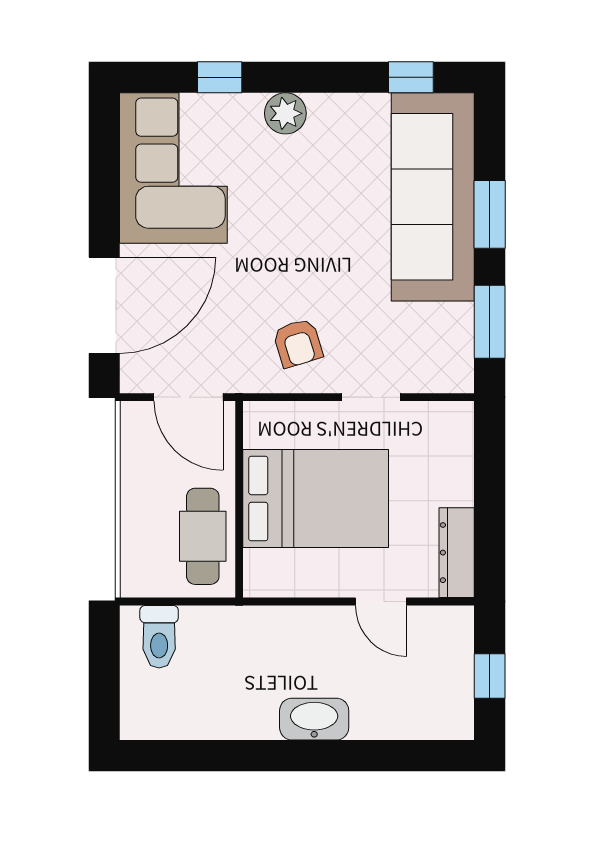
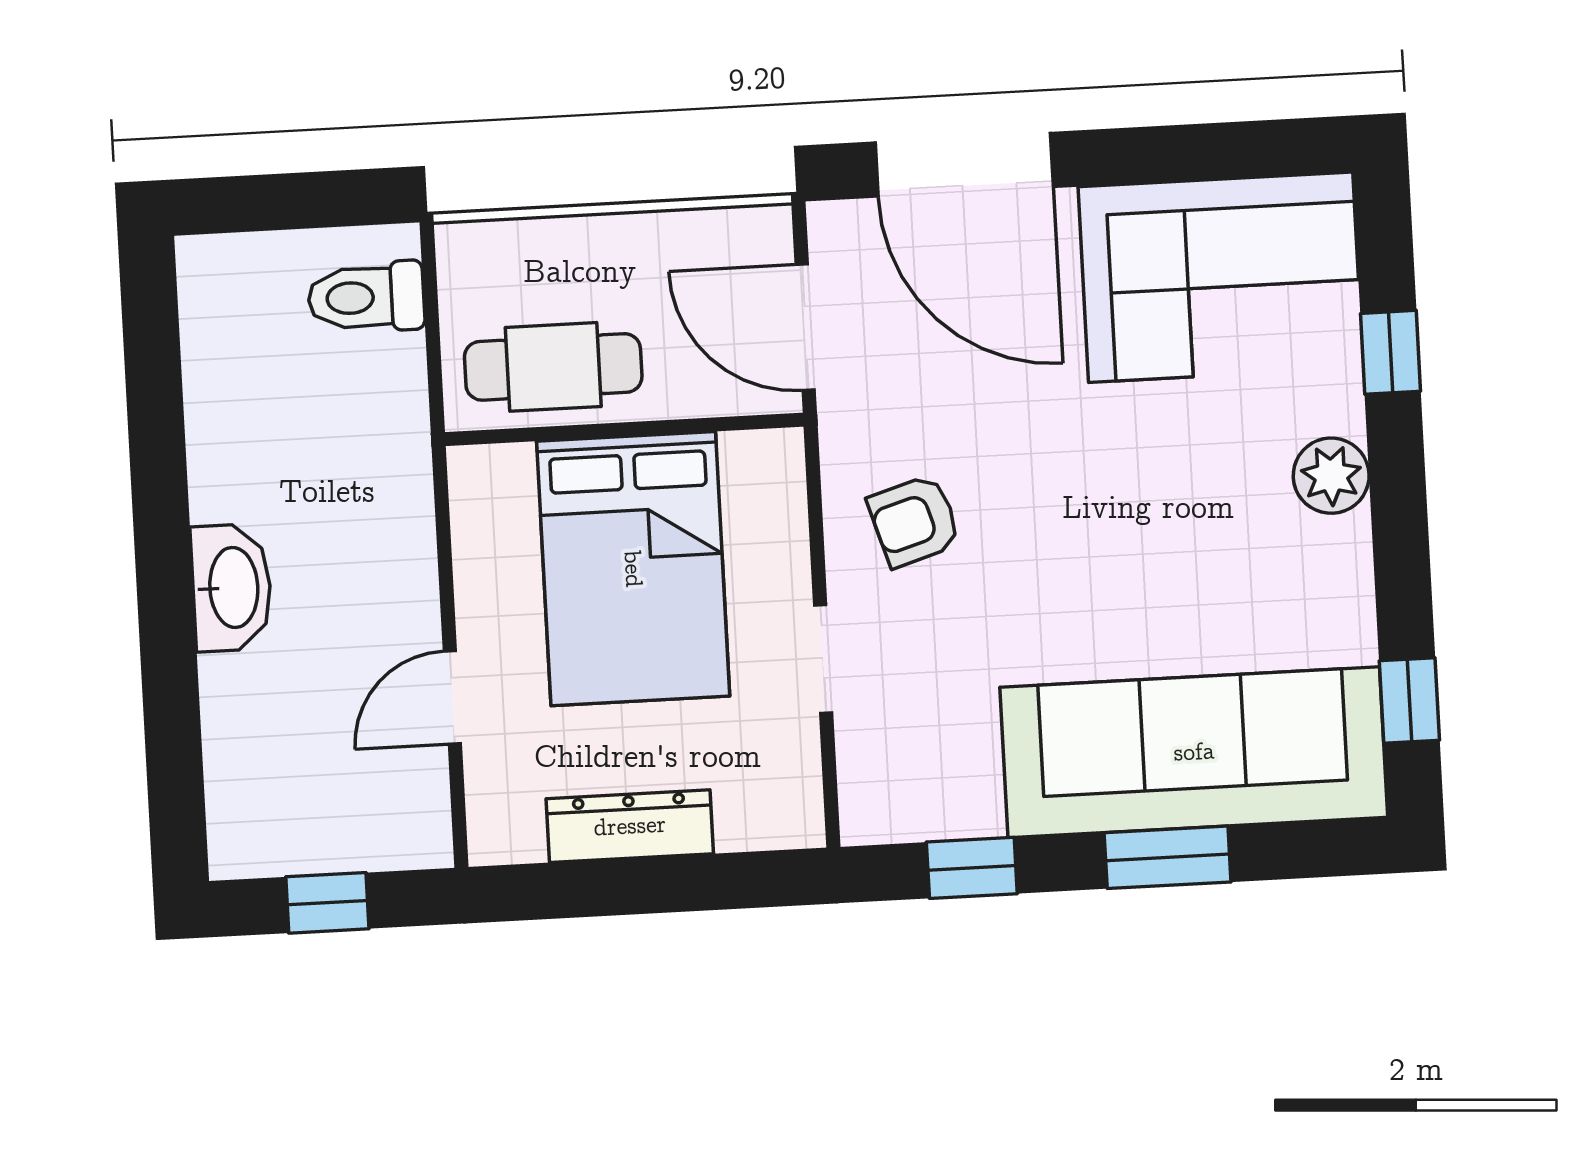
window: (490, 322) -> (972, 868), width x0.67
door: (189, 397) -> (805, 327), hinge flipped
dresser: (457, 553) -> (630, 826), moved

